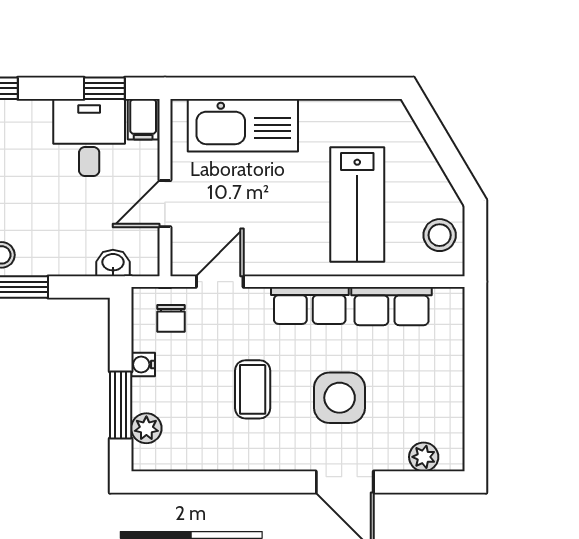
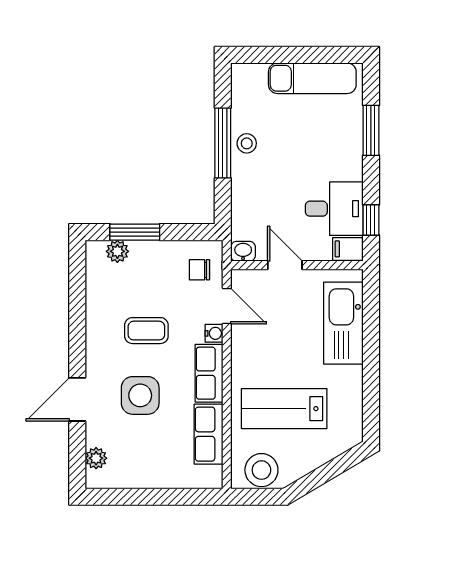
stool: (440, 235) -> (261, 470), width x1.38, depth x1.38
washbasin: (113, 263) -> (243, 251), moved, turned -90
water cooler: (143, 365) -> (214, 333), moved, turned 90

